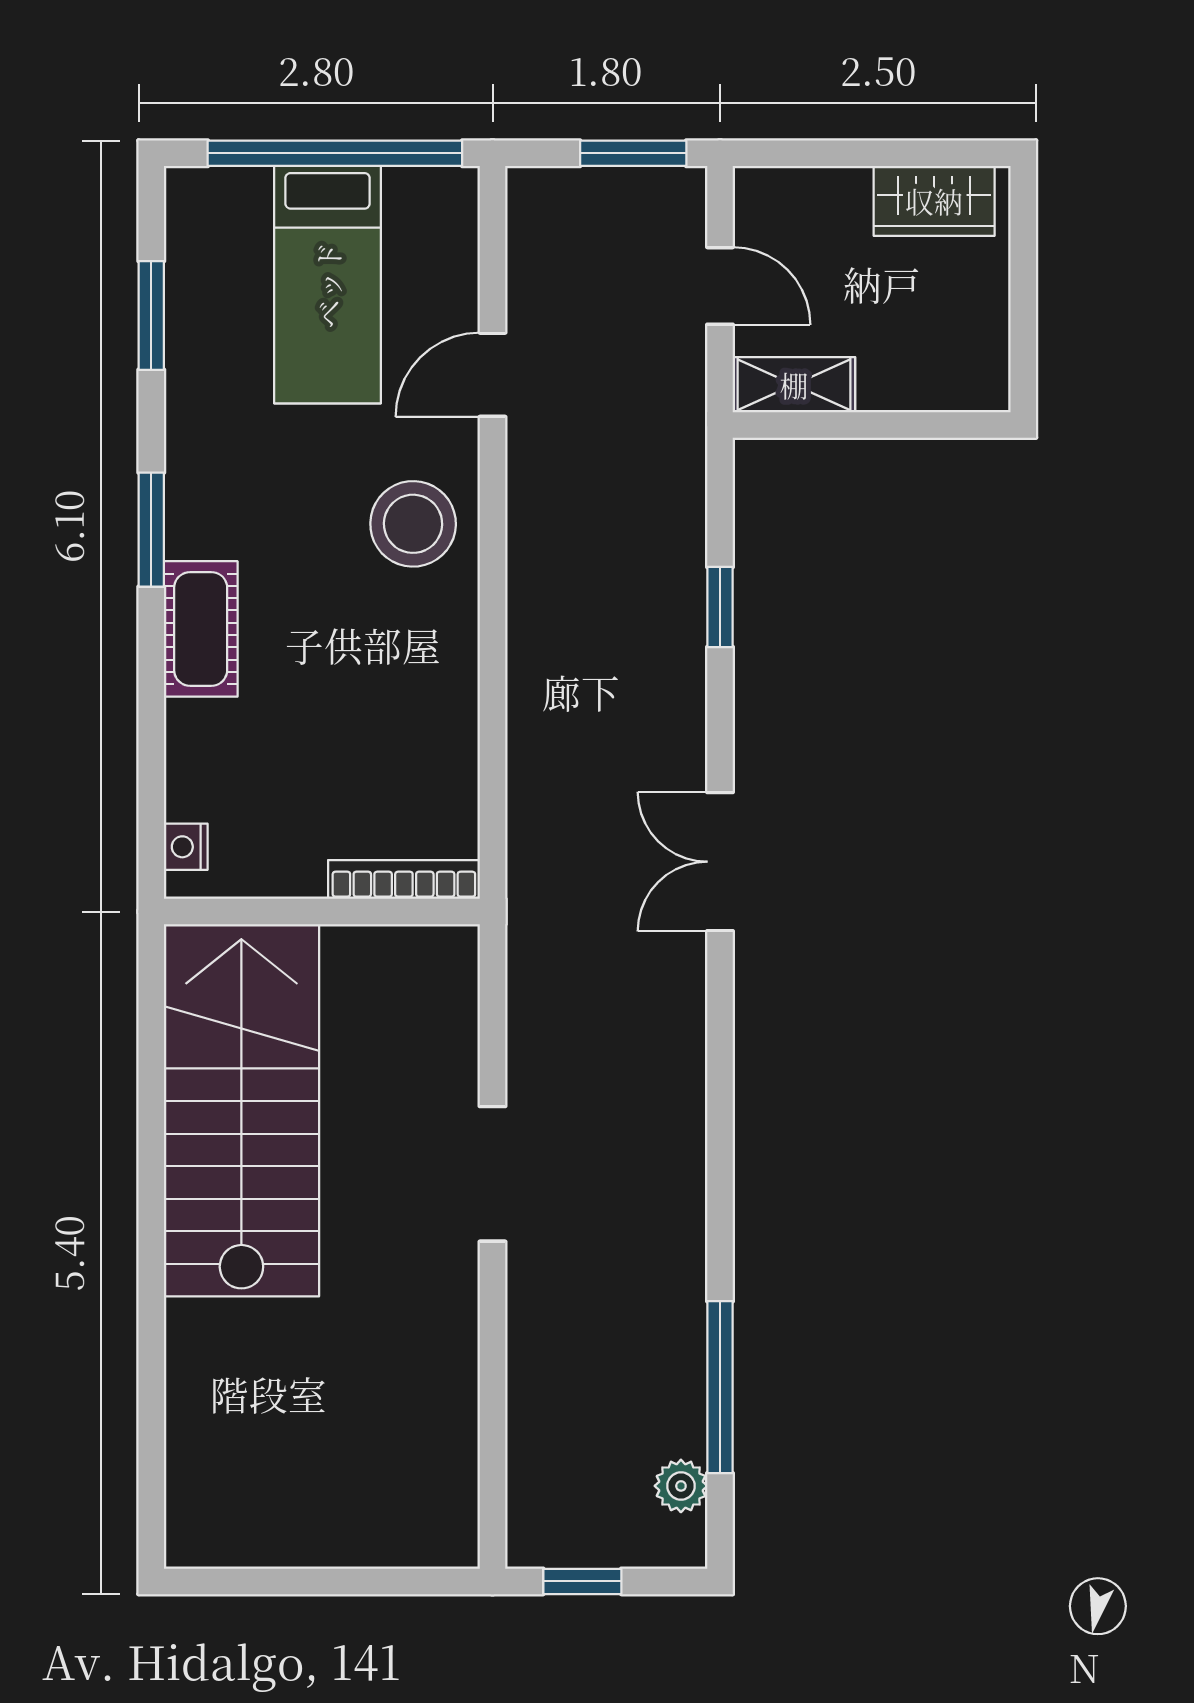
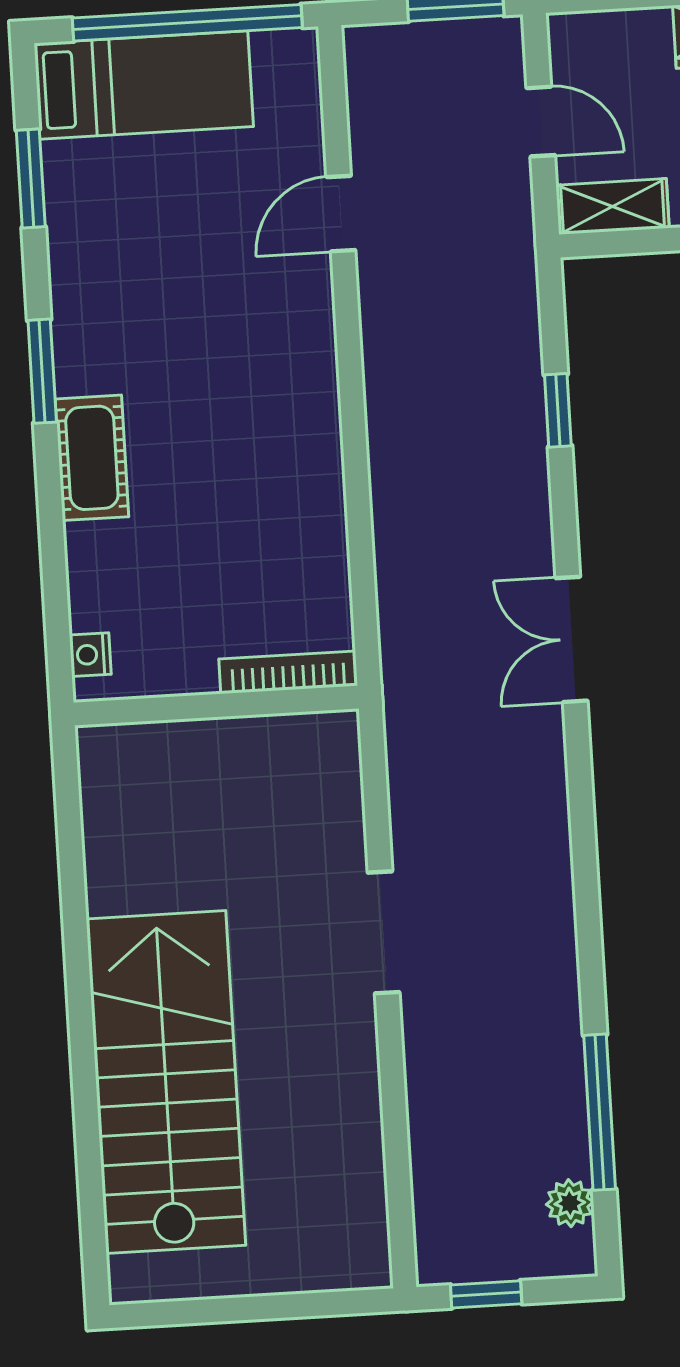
bed: (328, 285) -> (144, 85), moved, turned -90
stool: (413, 524) -> (277, 352), removed
stairs: (241, 1110) -> (166, 1082), moved

